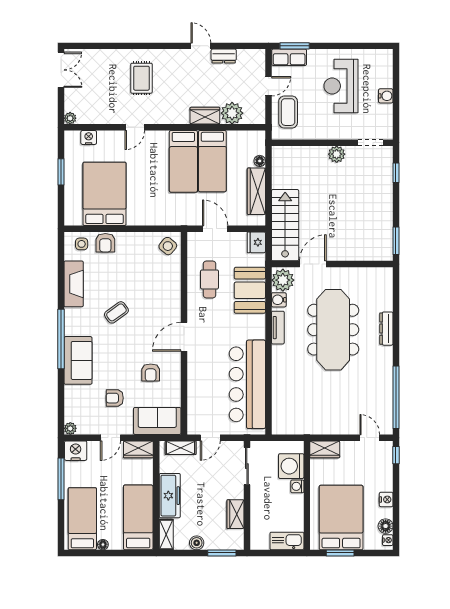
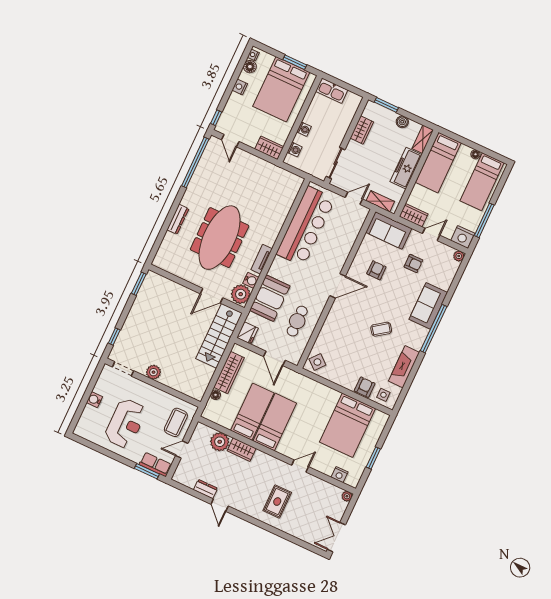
washing machine: (291, 466) -> (295, 150), width x0.53, depth x0.53

